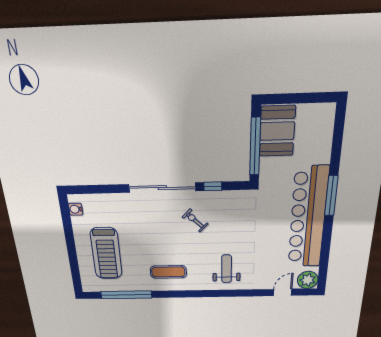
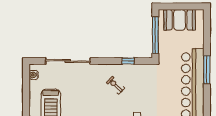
booth: (277, 131) -> (180, 20), moved, turned 90
sliding door: (162, 188) -> (68, 61), moved

